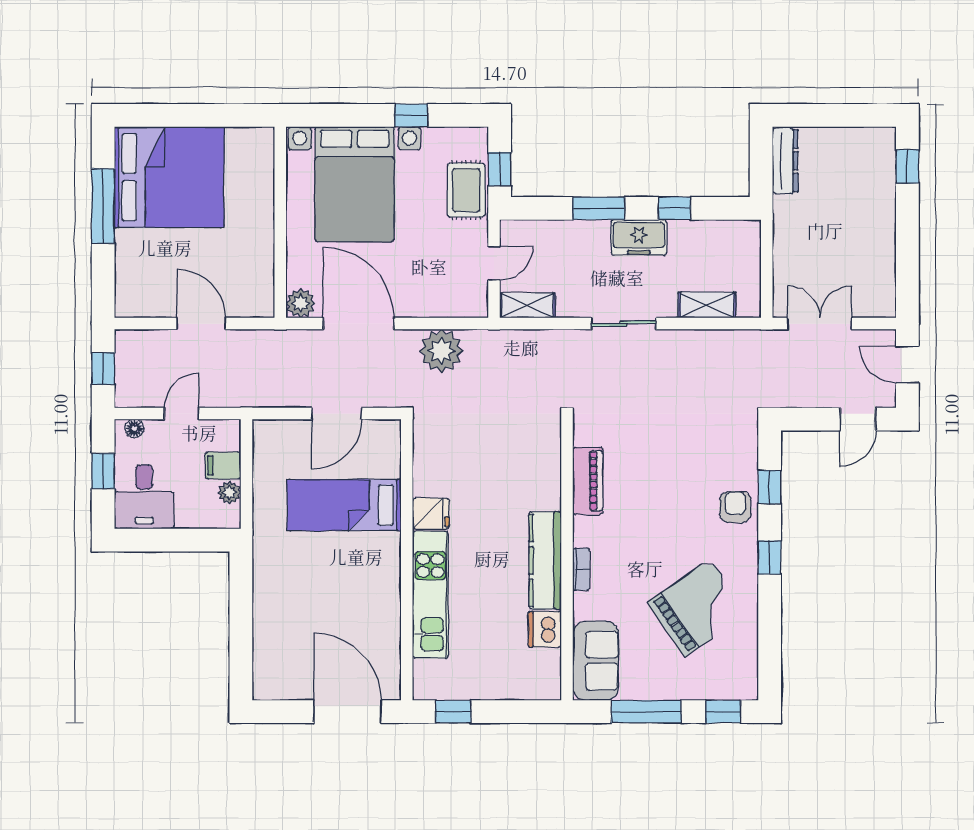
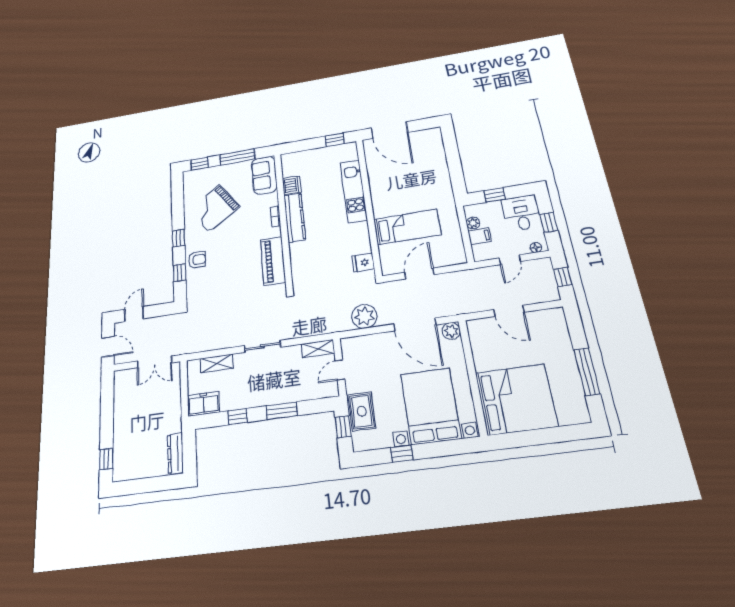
bed: (169, 177) -> (516, 399), moved, turned 180
freezer: (639, 238) -> (203, 404), moved
piano: (588, 481) -> (273, 261), width x1.37, depth x1.33
armchair: (735, 507) -> (197, 260), turned -90
fridge: (431, 514) -> (363, 263), moved
window: (182, 540) -> (495, 195), added

